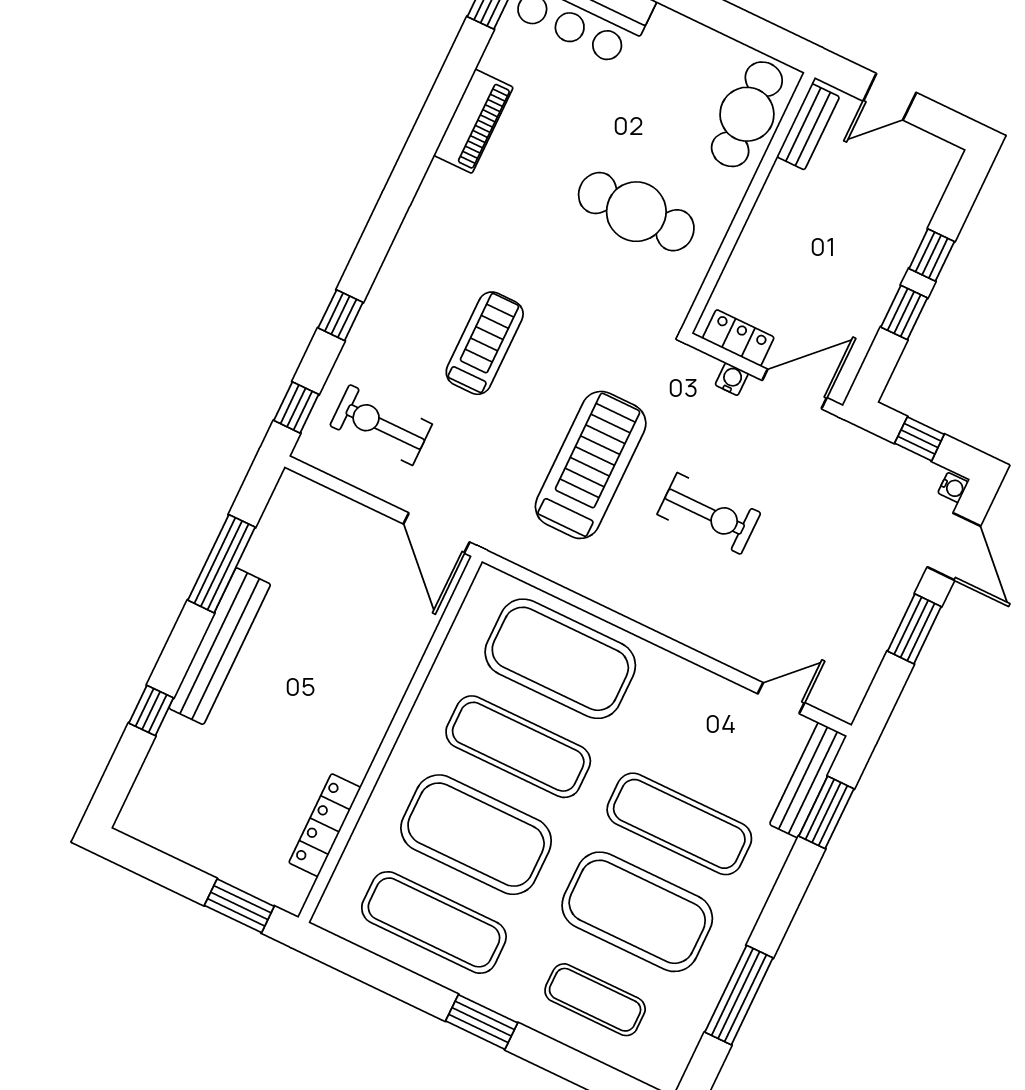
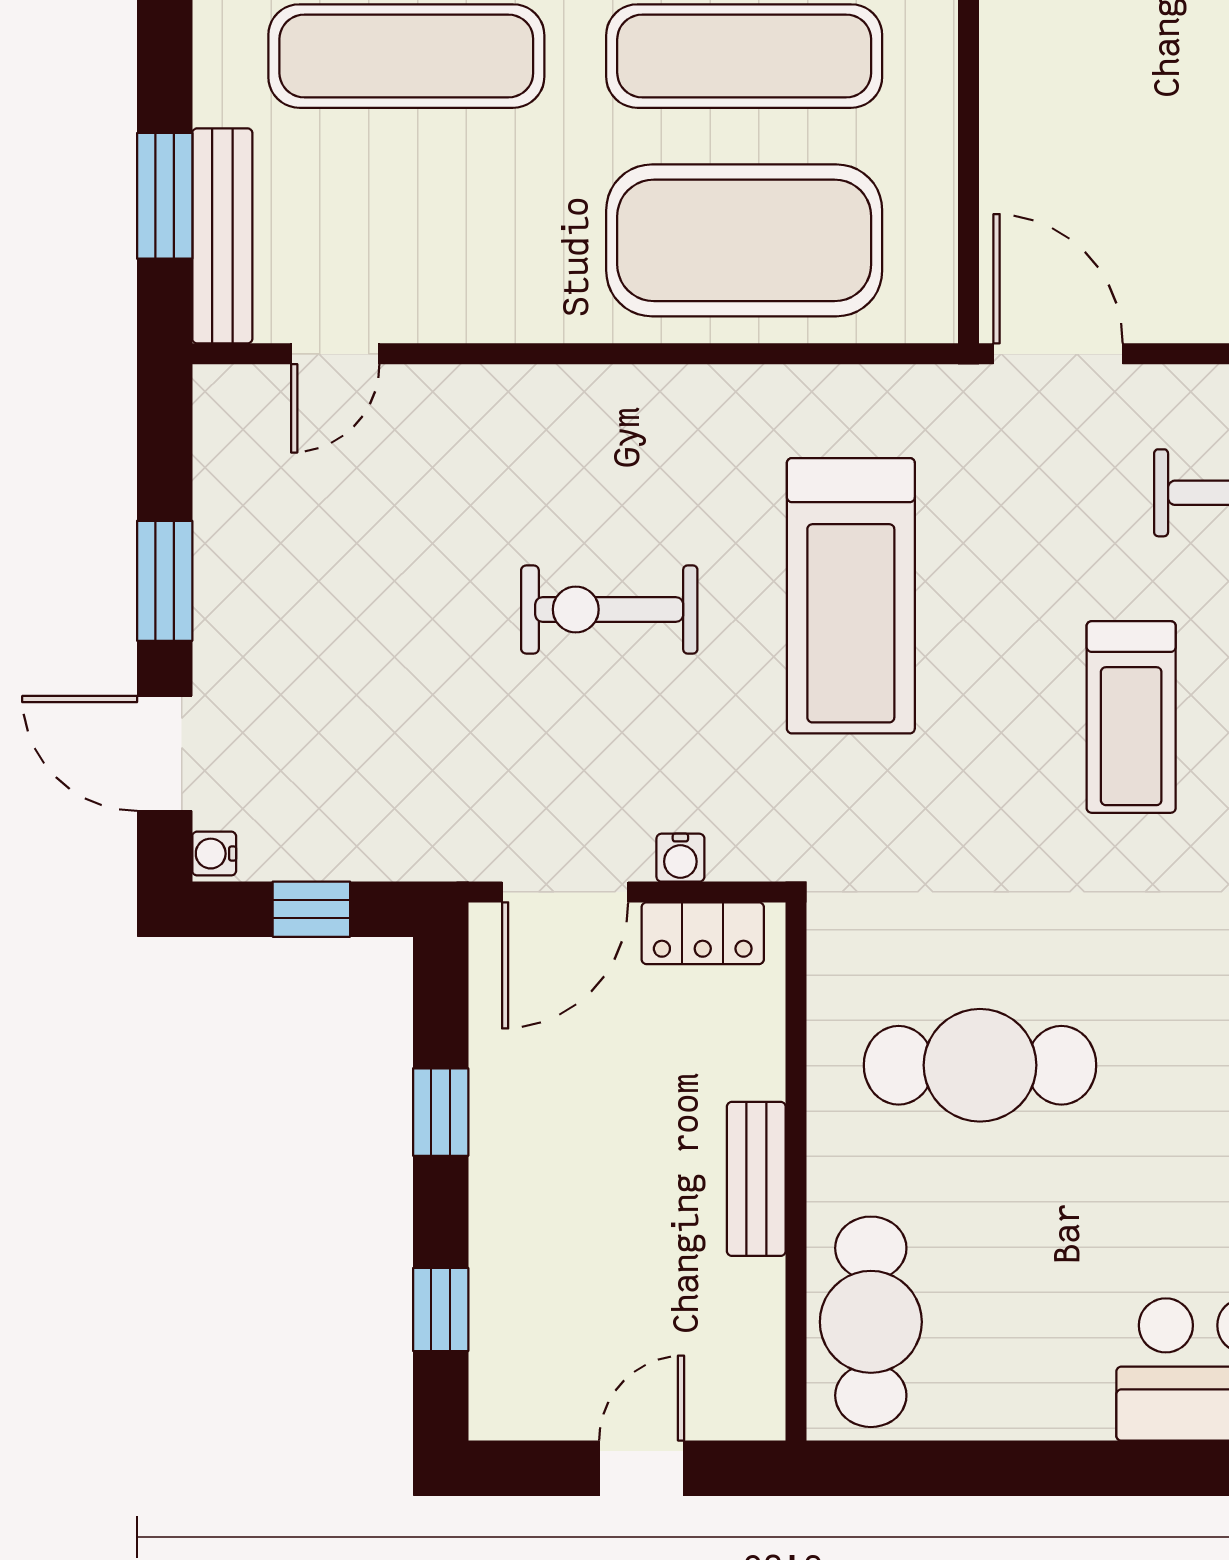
bench: (808, 127) -> (756, 1179), moved
window: (932, 255) -> (441, 1310), moved

